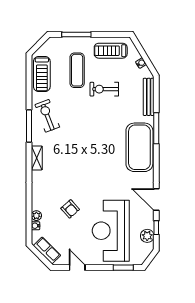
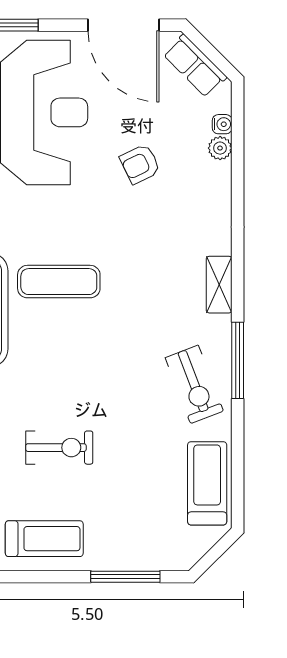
exercise mat: (77, 70) -> (59, 282), moved, turned 90
armchair: (70, 209) -> (140, 164), turned -74
door: (77, 268) -> (124, 25), width x1.88

